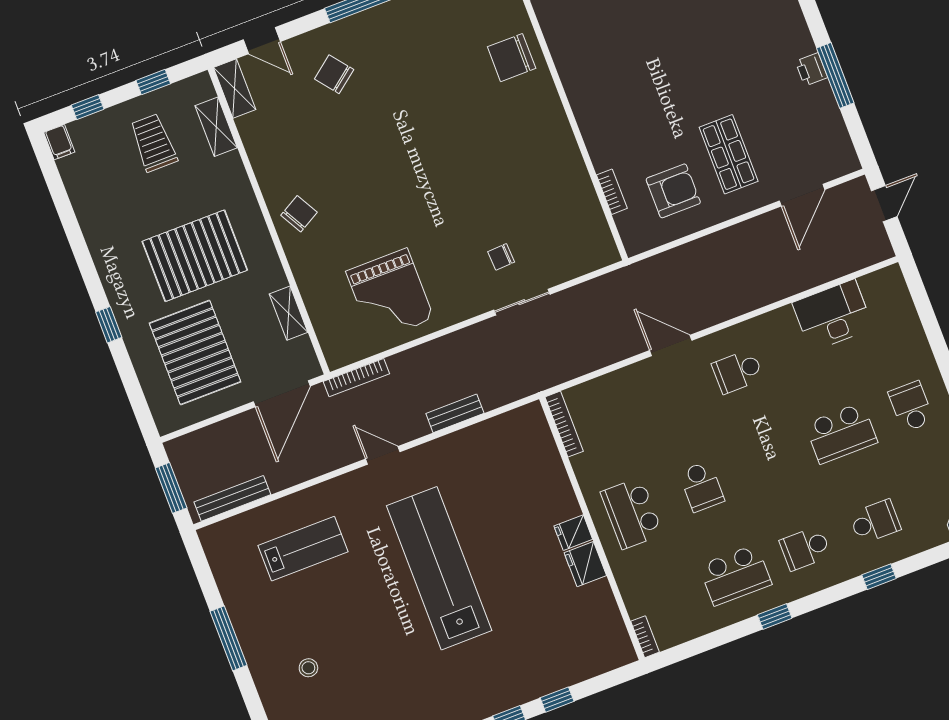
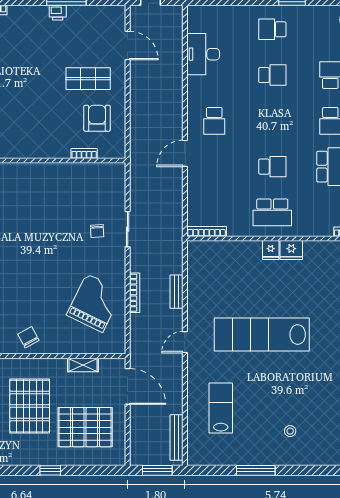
grand piano: (390, 295) -> (95, 303), turned -64
bookcase: (356, 378) -> (135, 293), moved
school desk: (841, 433) -> (272, 75), width x0.54

